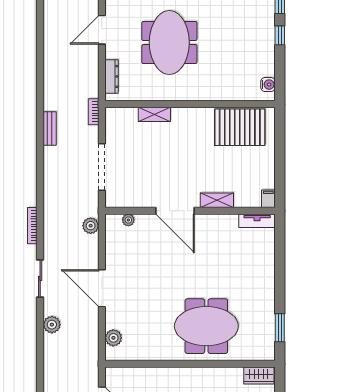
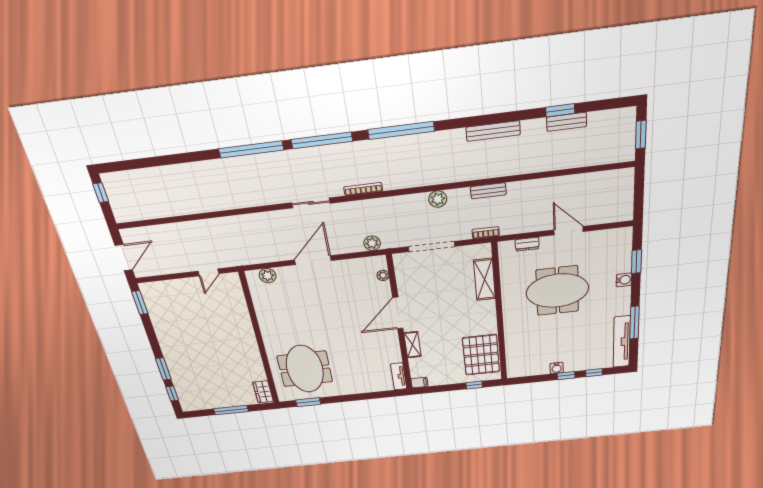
dresser: (112, 76) -> (527, 244), width x0.70
water cooler: (268, 85) -> (557, 368), moved
shelving: (154, 114) -> (485, 279), width x1.50, depth x1.33
bench: (50, 129) -> (488, 191), moved
window: (280, 138) -> (474, 385), added
plant: (52, 325) -> (438, 199), moved
meeting table: (206, 326) -> (305, 369), moved

